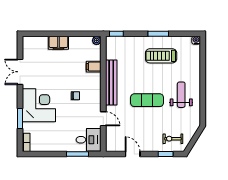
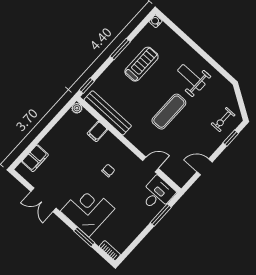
filing cabinet: (58, 43) -> (35, 158), moved
treadmill: (161, 56) -> (141, 64), turned 180
bench: (111, 82) -> (108, 113), moved

